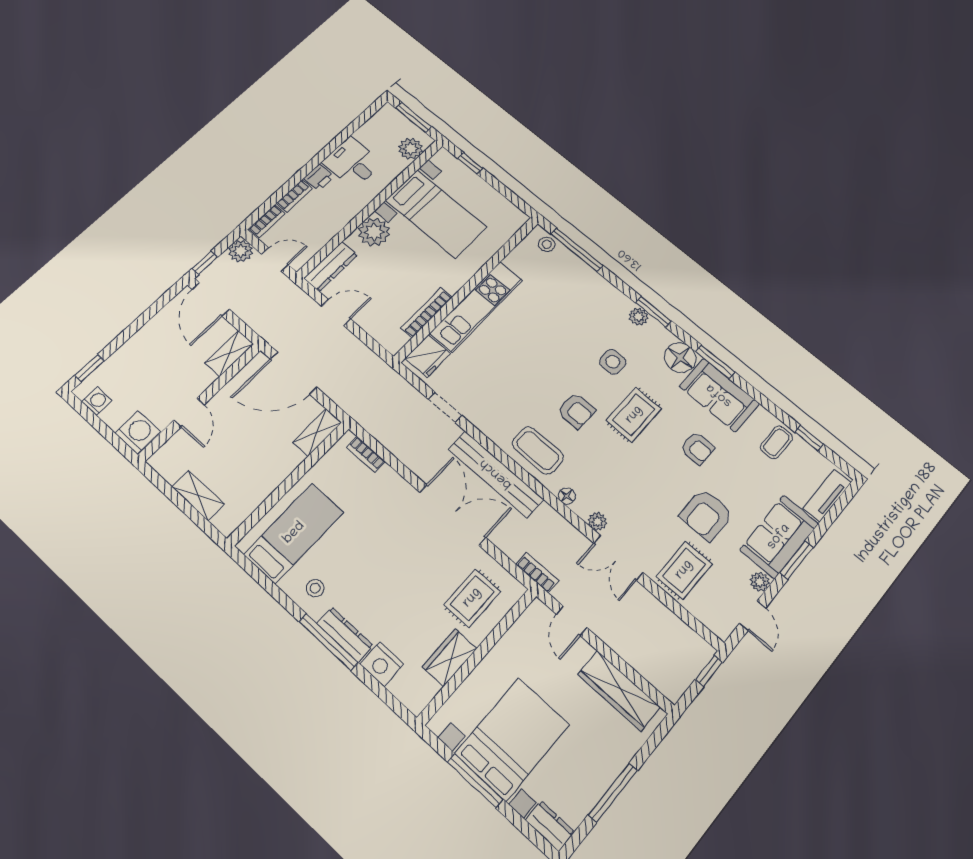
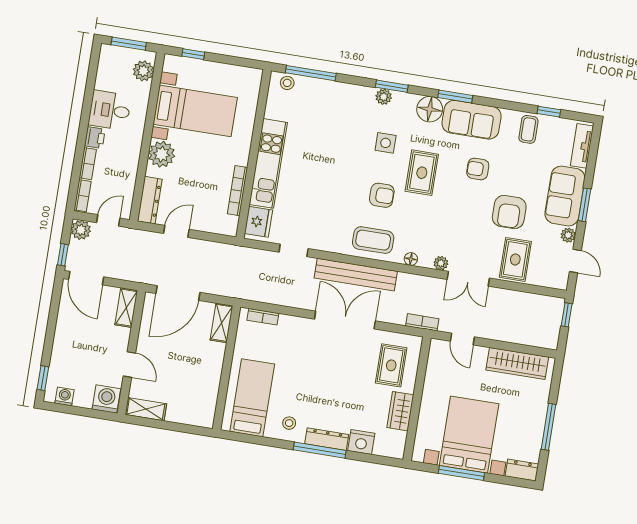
armchair: (697, 448) -> (478, 169), turned 180
shelving: (198, 496) -> (146, 409), moved

